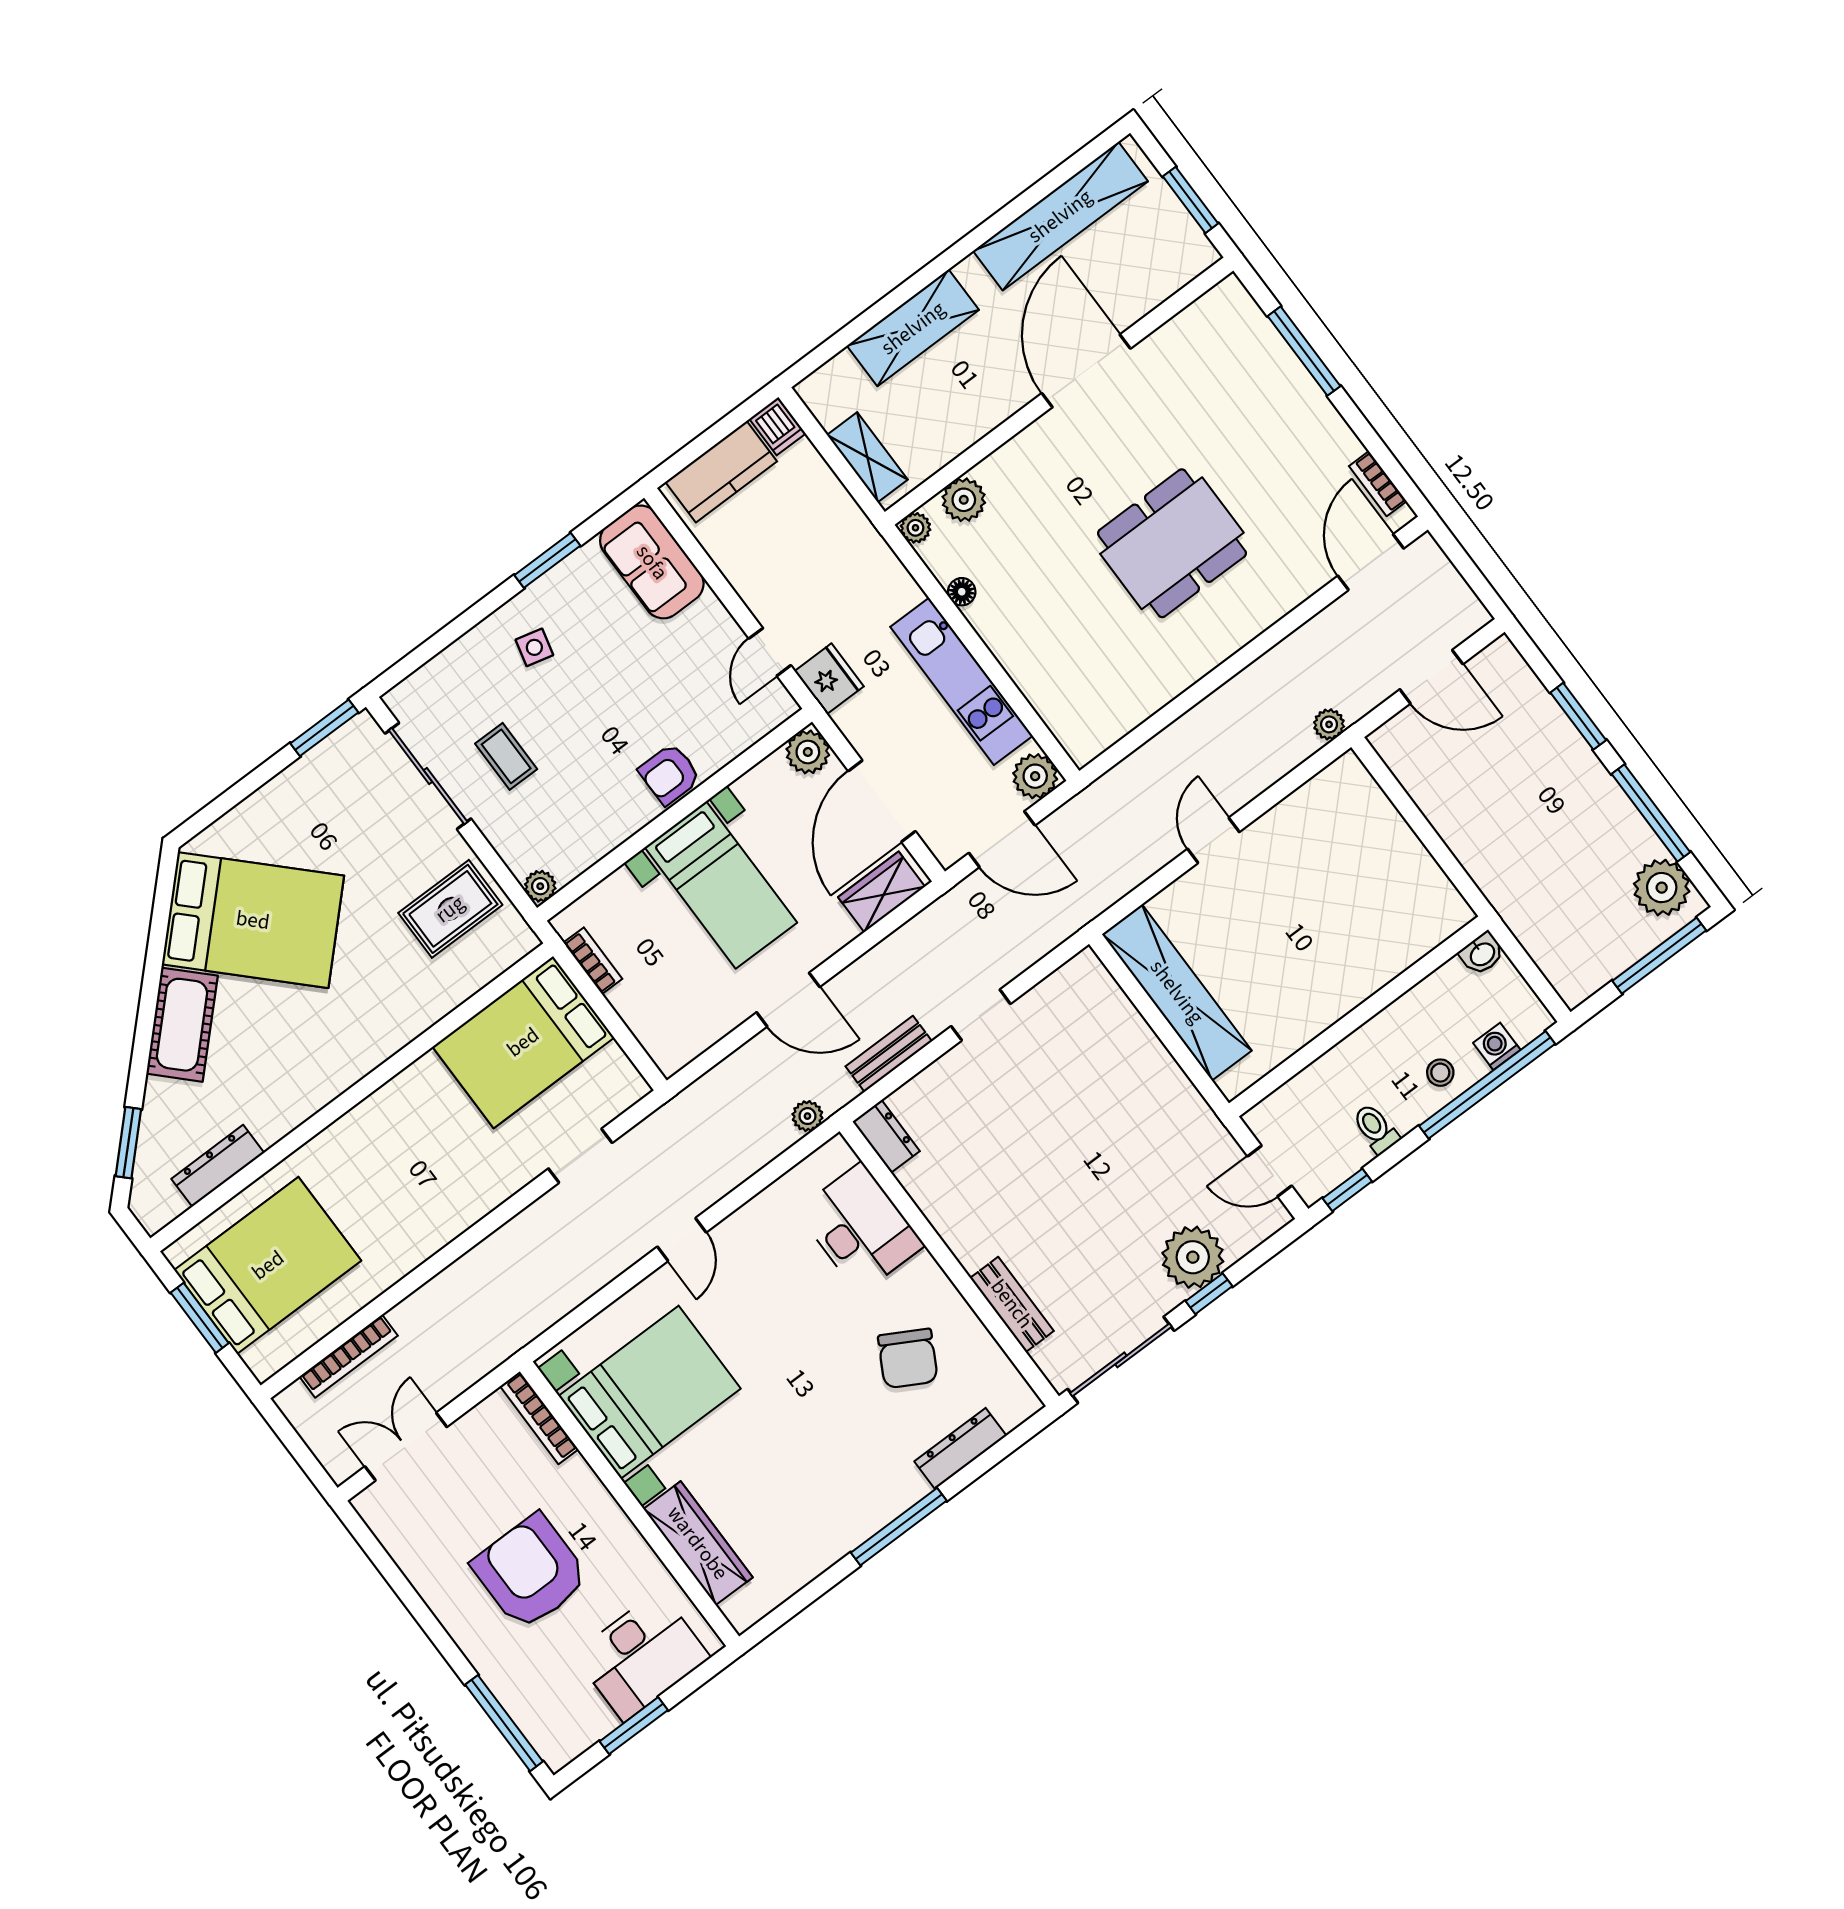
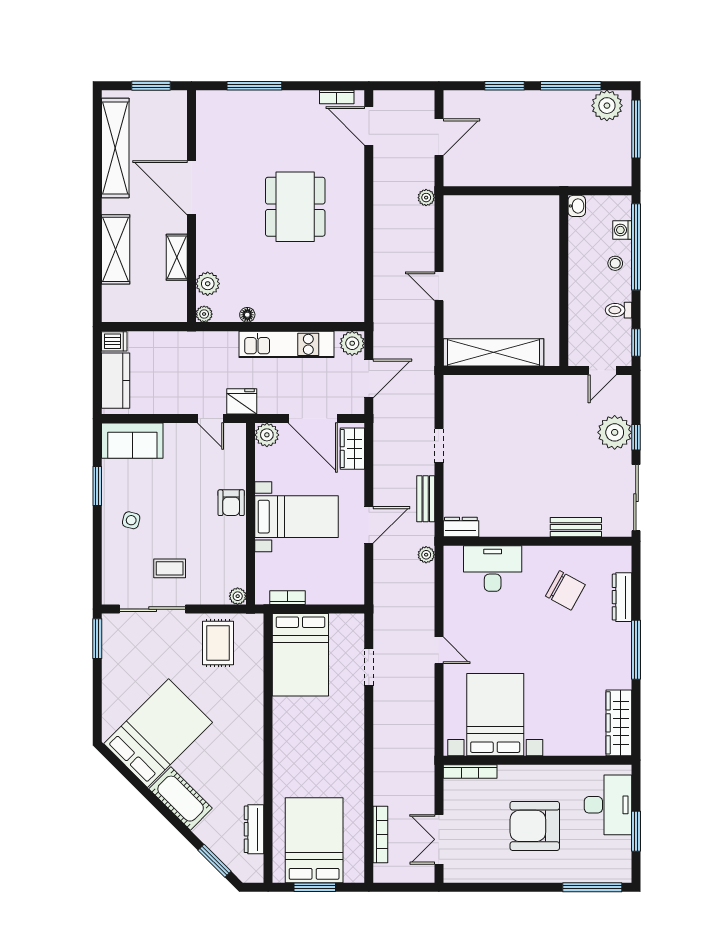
shelving: (867, 457) -> (177, 257), moved, turned 90
wardrobe: (698, 1543) -> (619, 723), moved, turned -90

